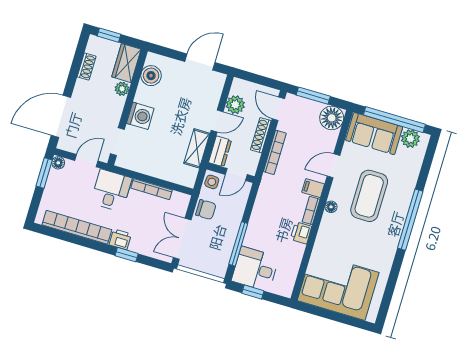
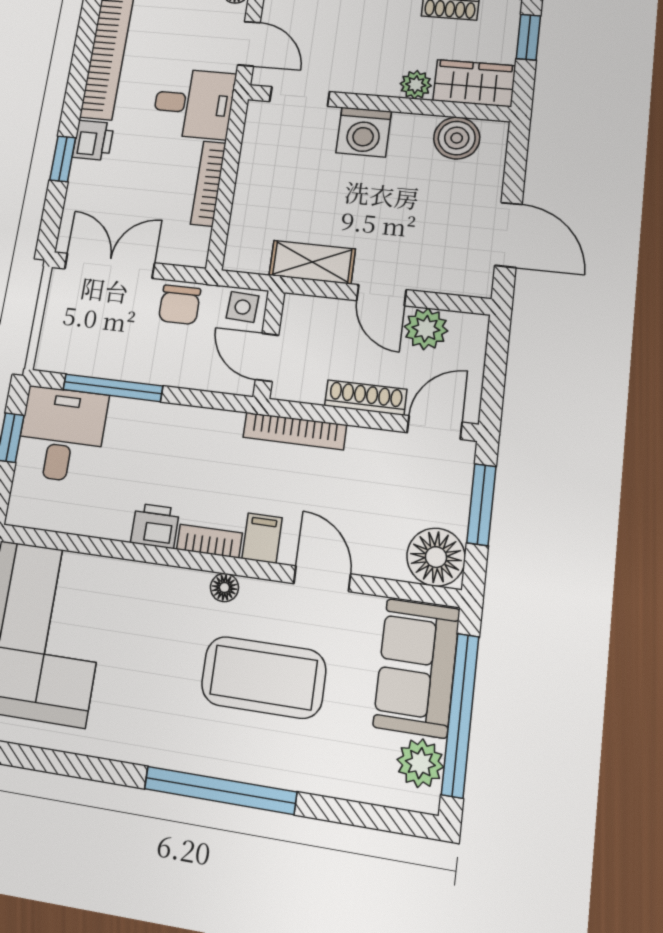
dresser: (220, 151) -> (314, 313), removed
bookcase: (275, 152) -> (295, 431), moved

